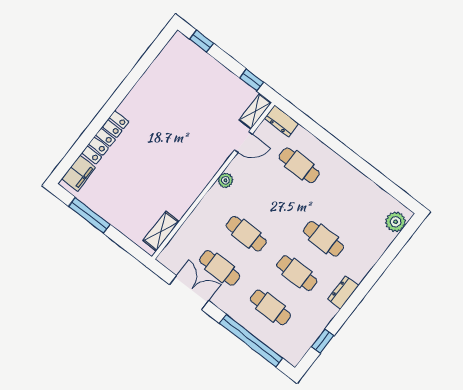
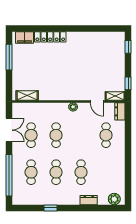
dresser: (343, 292) -> (89, 200), moved
window: (323, 341) -> (51, 208), moved

